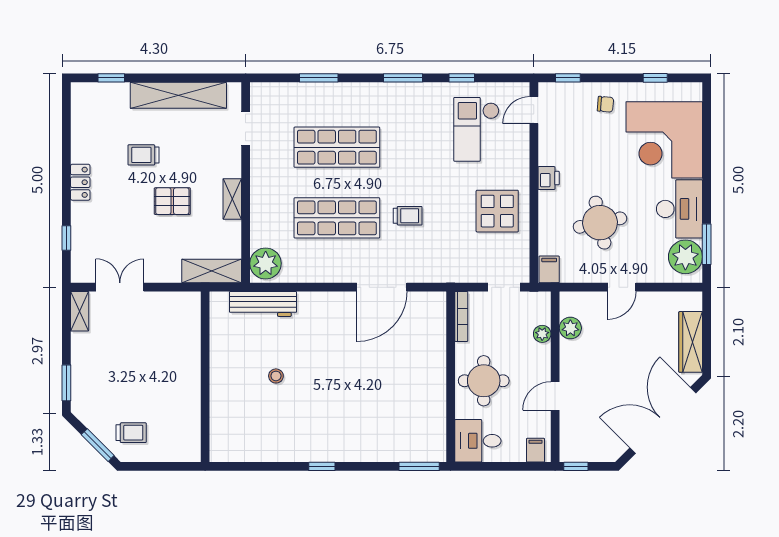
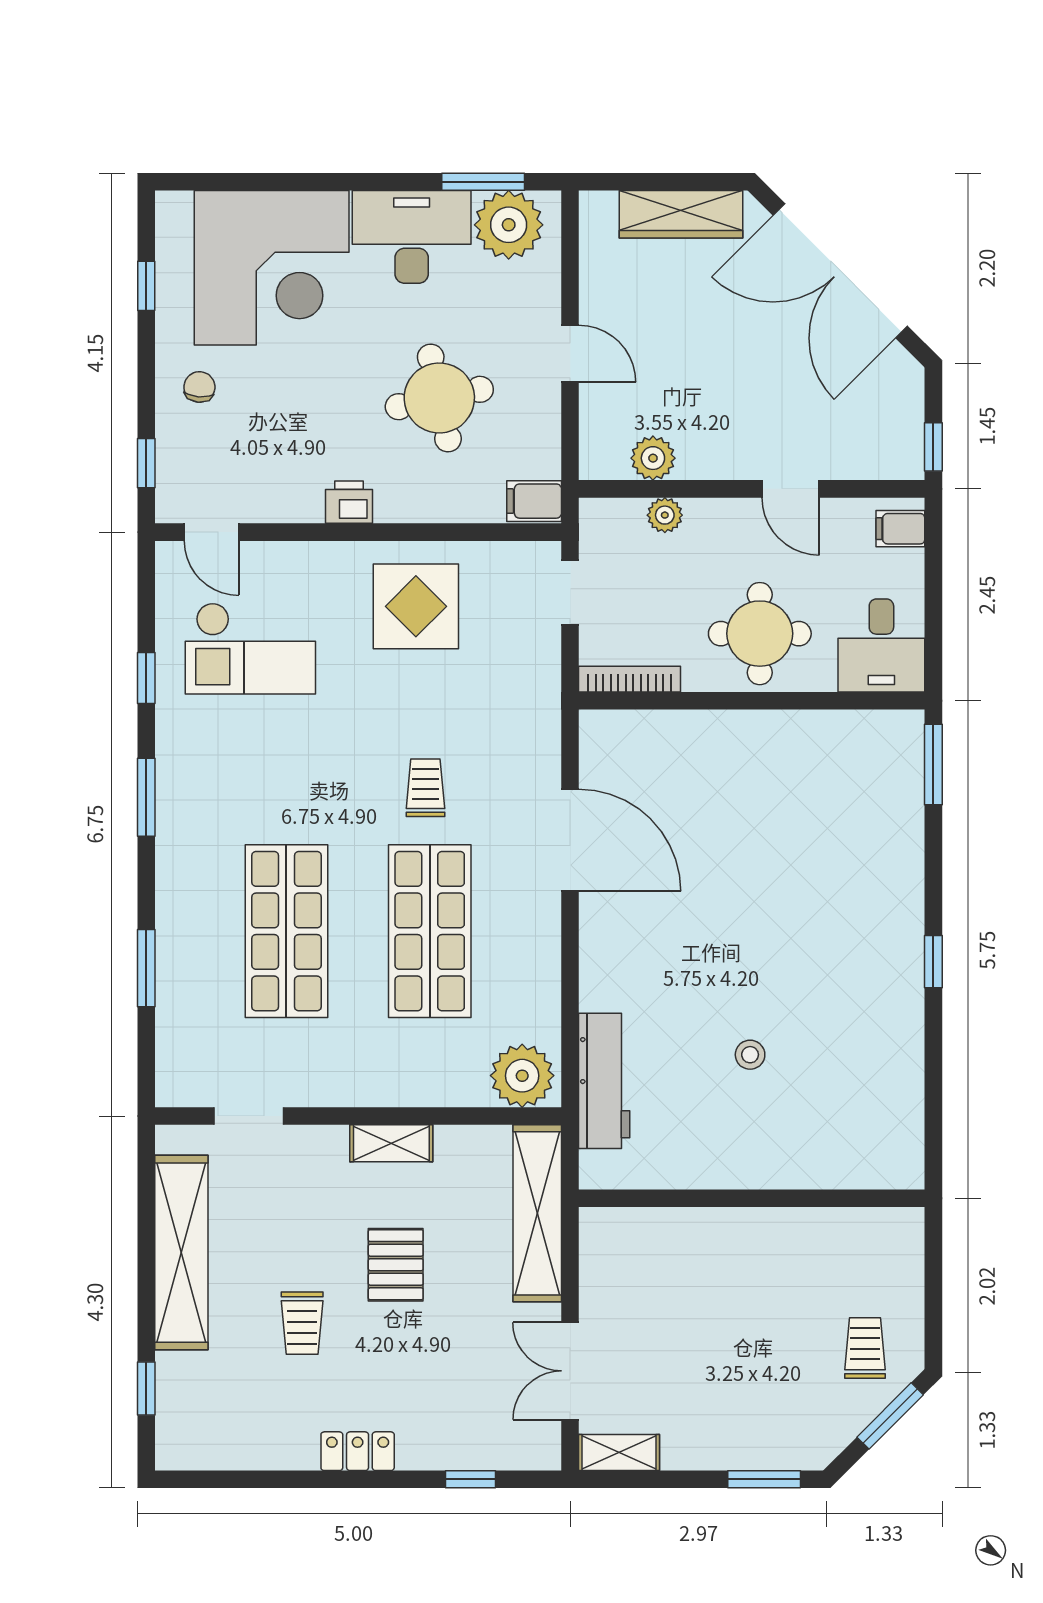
shelving: (212, 271) -> (537, 1213), width x1.47

